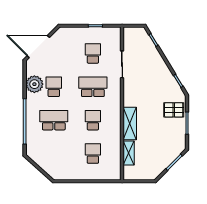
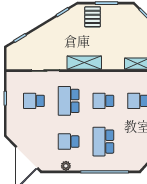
plant: (34, 84) -> (66, 166), width x0.53, depth x0.53
shelving: (130, 123) -> (84, 63), moved

